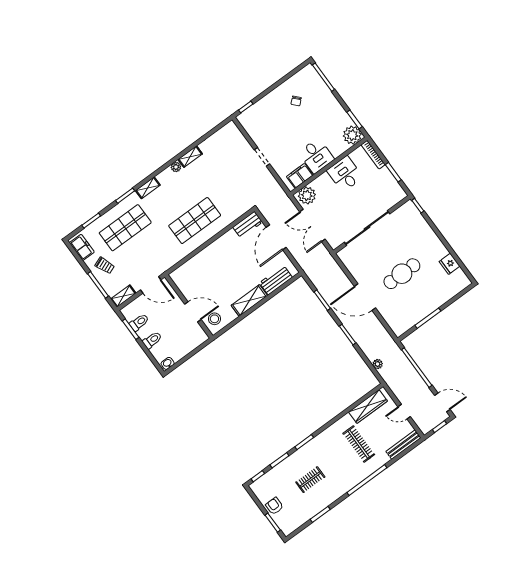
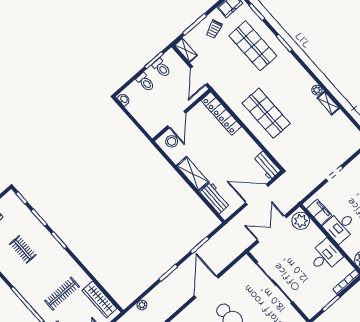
shelving: (148, 188) -> (294, 64), removed
locker: (191, 266) -> (221, 114), added

